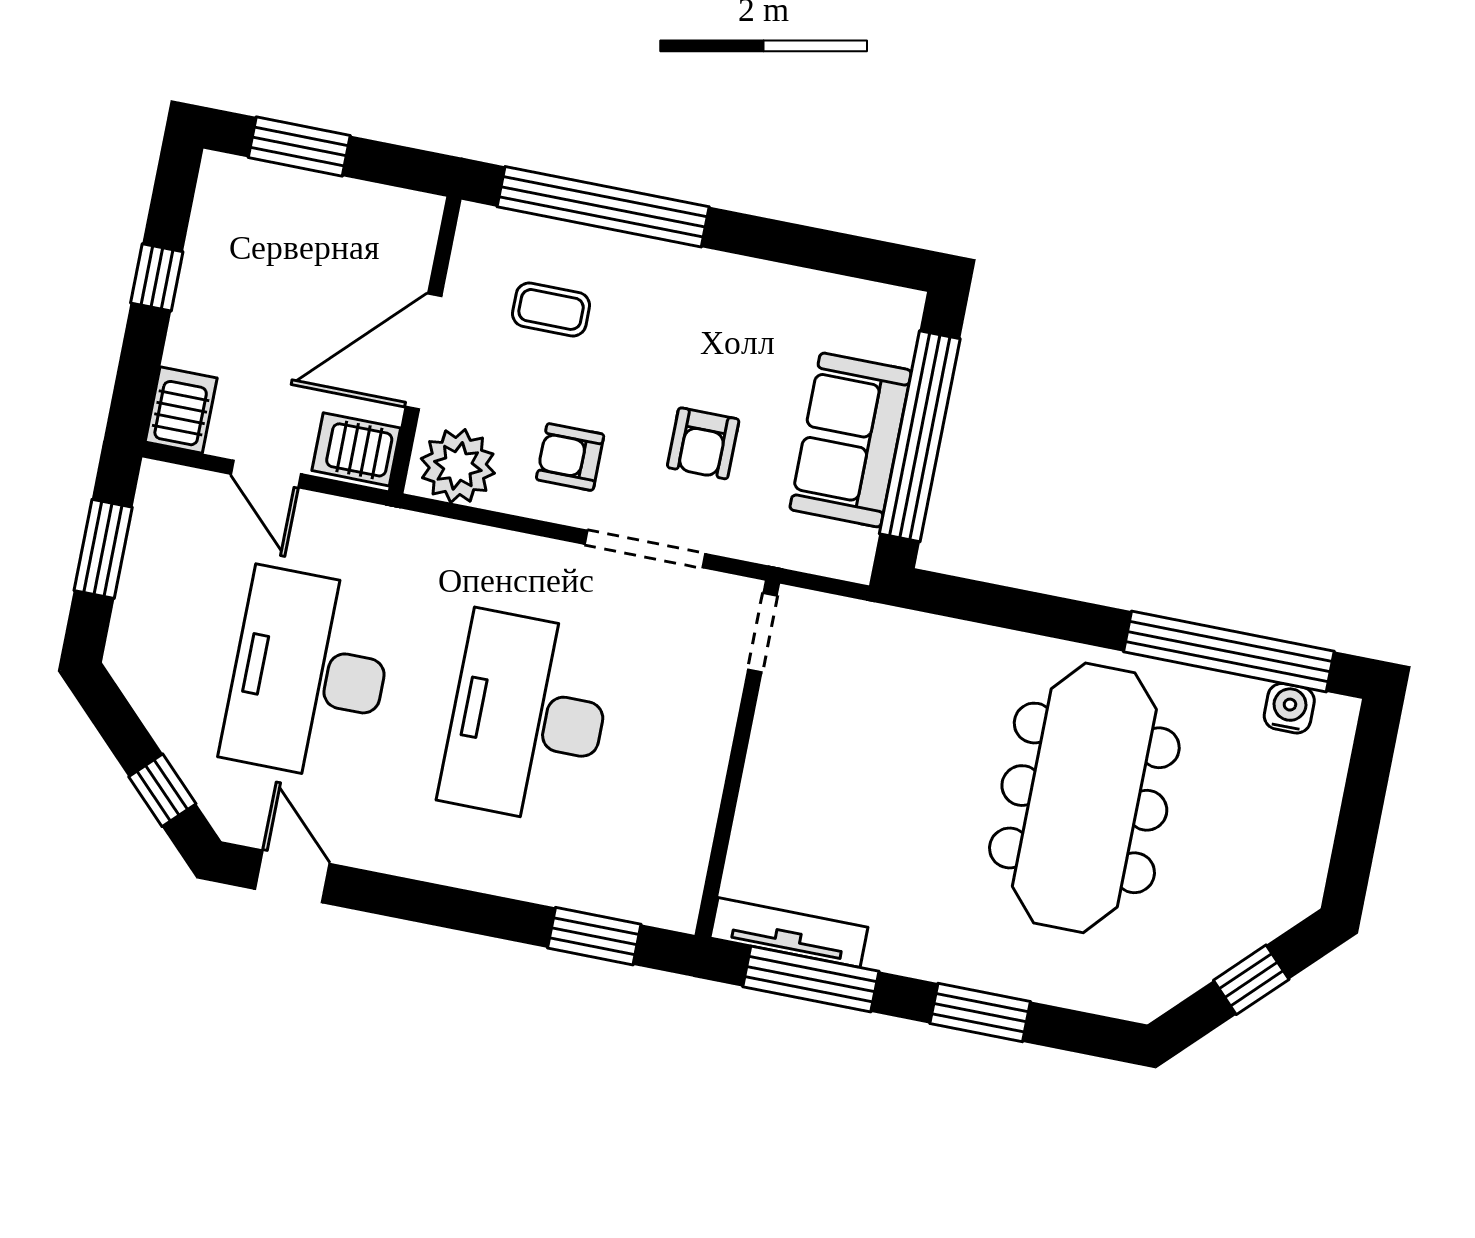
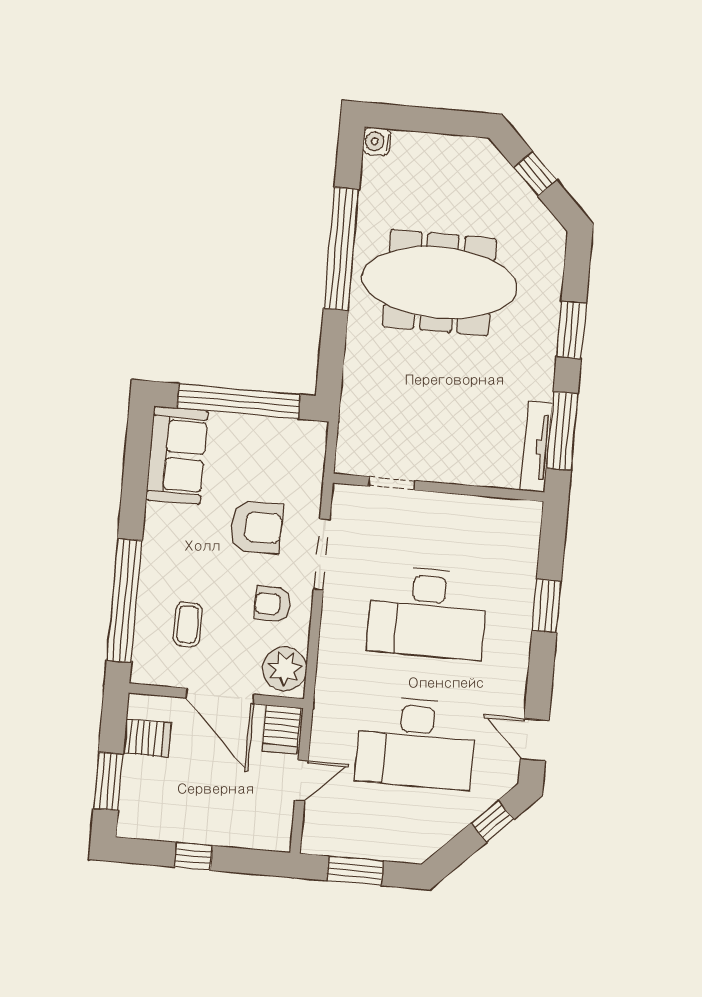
server rack: (181, 410) -> (147, 738), moved, turned 180
sofa: (851, 440) -> (177, 455), moved, turned -90
armchair: (703, 443) -> (256, 527), width x1.38, depth x1.38
armchair: (570, 457) -> (273, 604), turned 90
doorway: (762, 633) -> (392, 483), moved
window: (1229, 651) -> (341, 249), moved
water cooler: (1289, 708) -> (377, 141), moved
door: (292, 876) -> (535, 740), hinge flipped
window: (594, 936) -> (547, 606), moved

